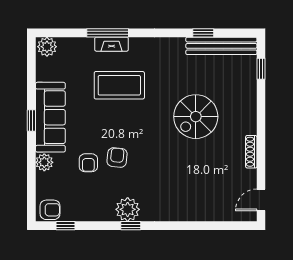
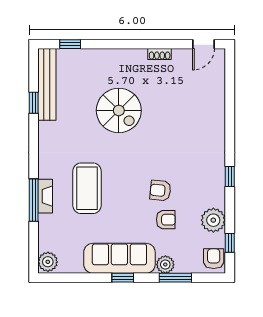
shoe rack: (251, 152) -> (160, 54), width x0.70
window: (31, 172) -> (175, 278), added
door: (261, 200) -> (203, 44), hinge flipped
plant: (128, 209) -> (213, 220), moved

